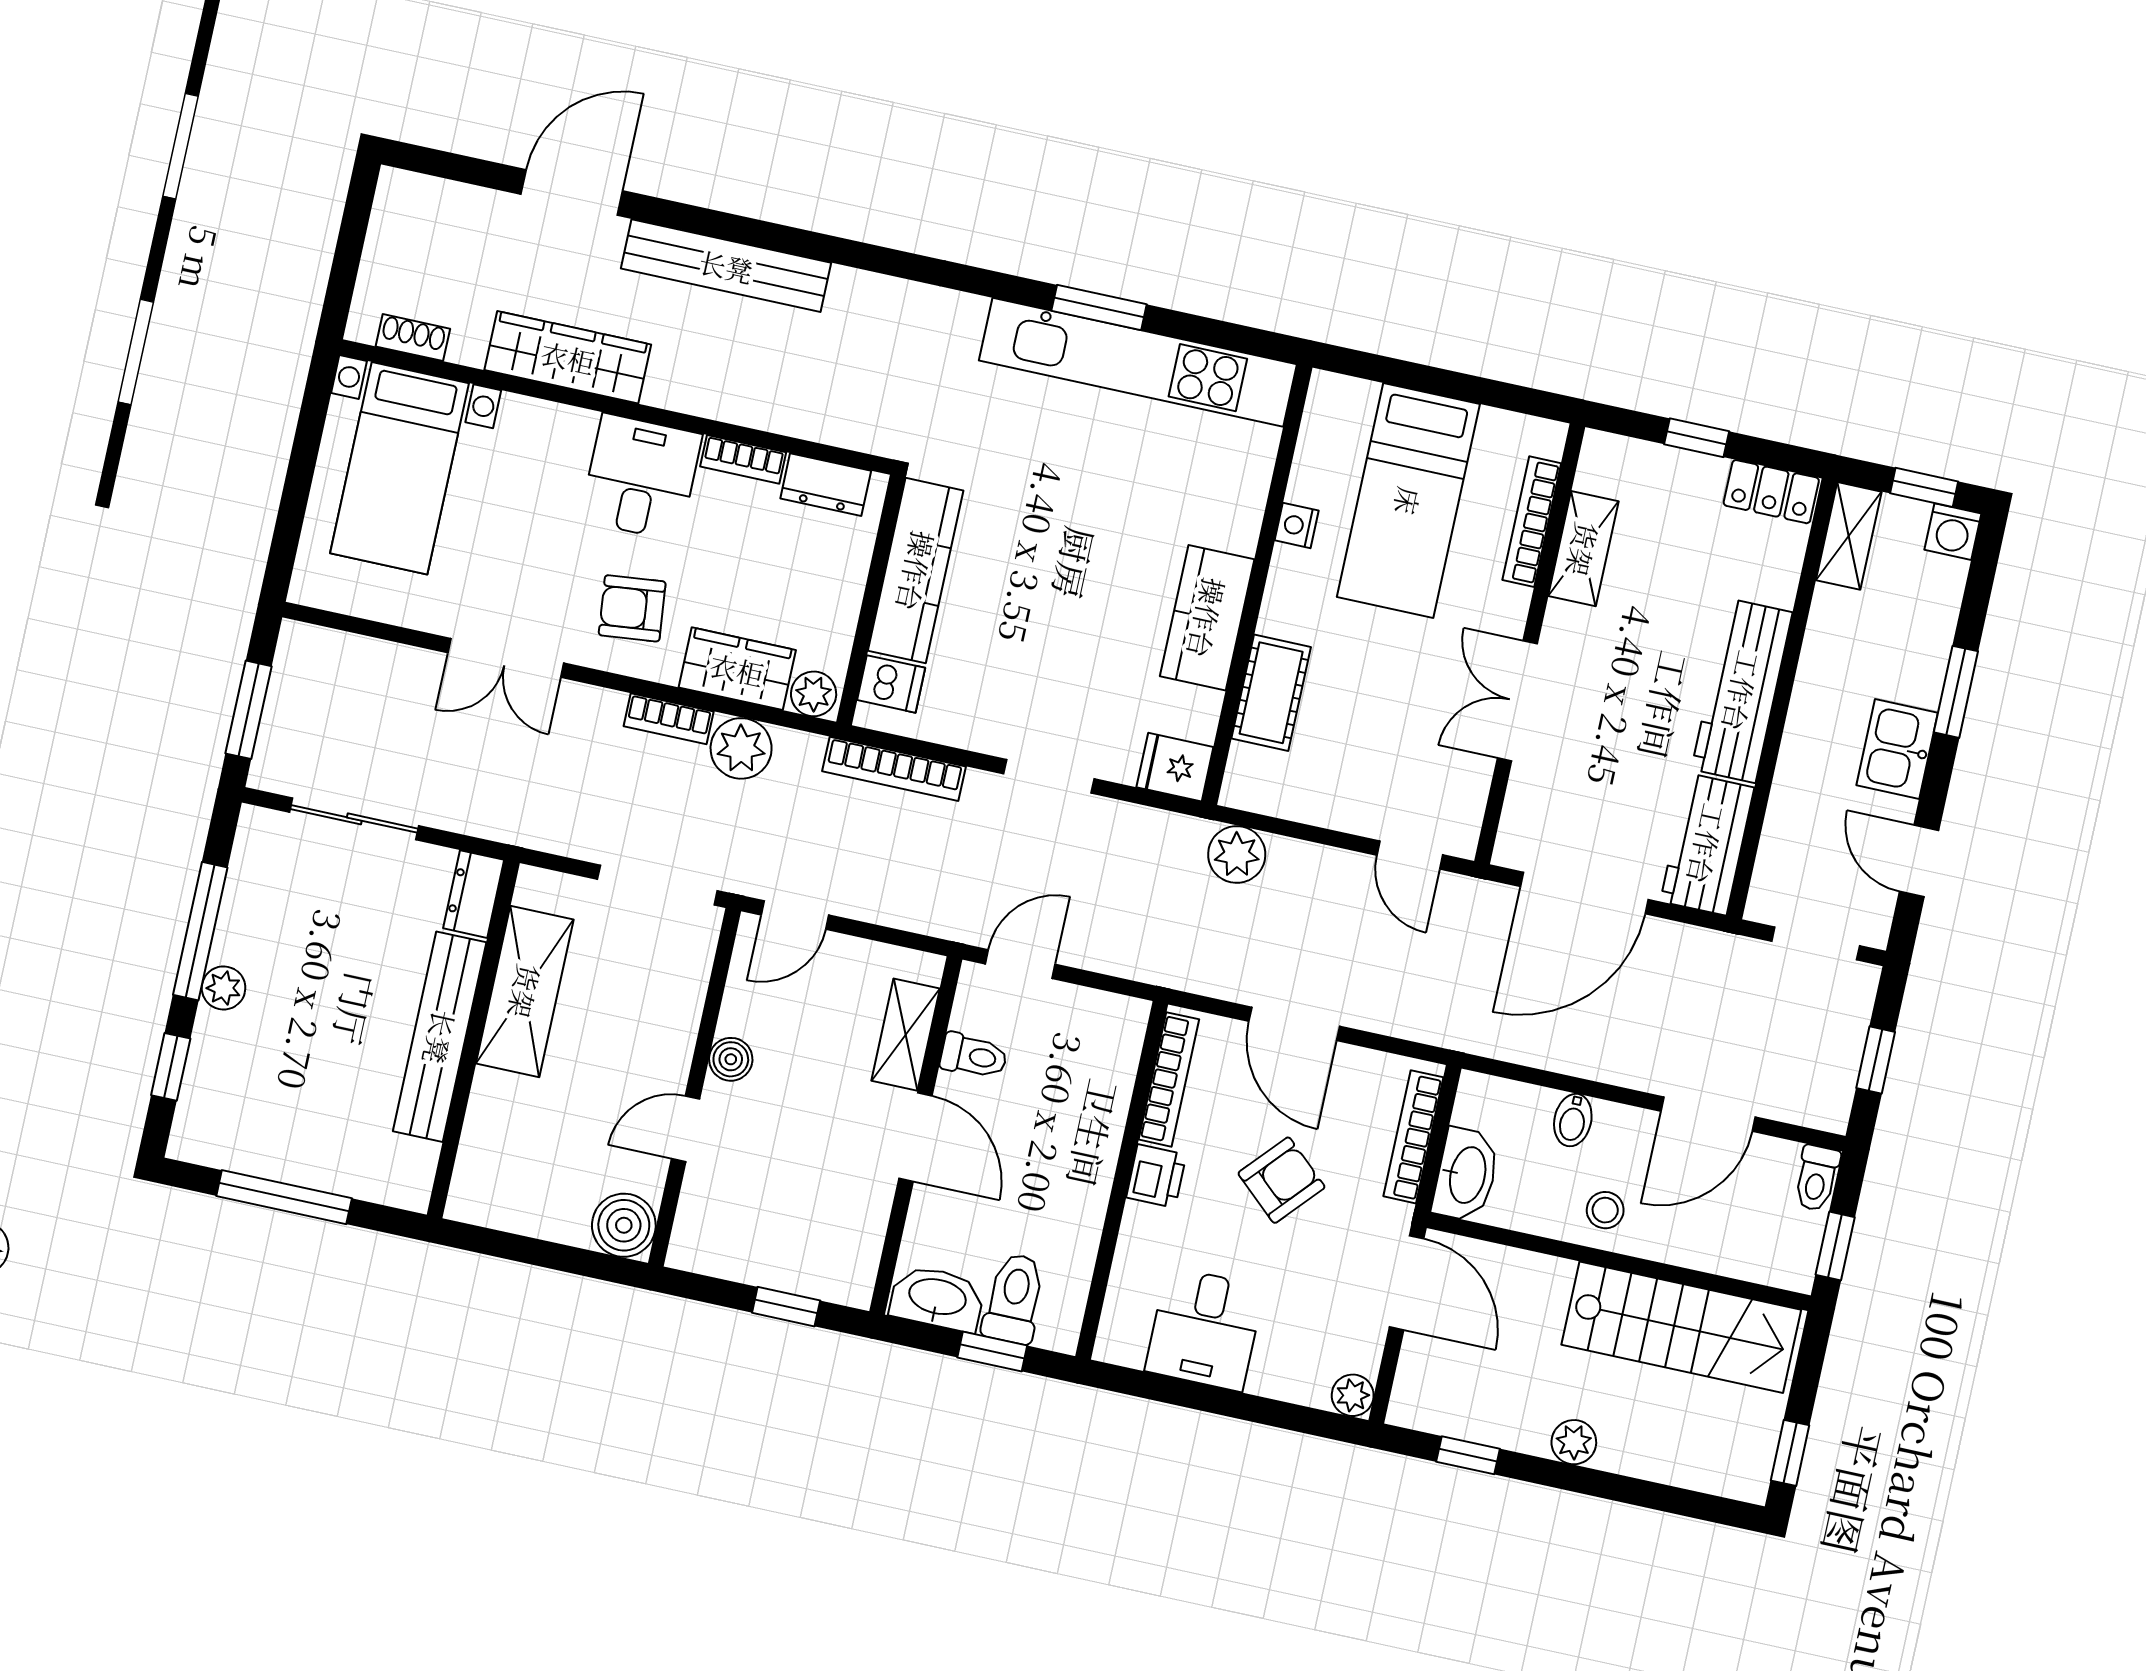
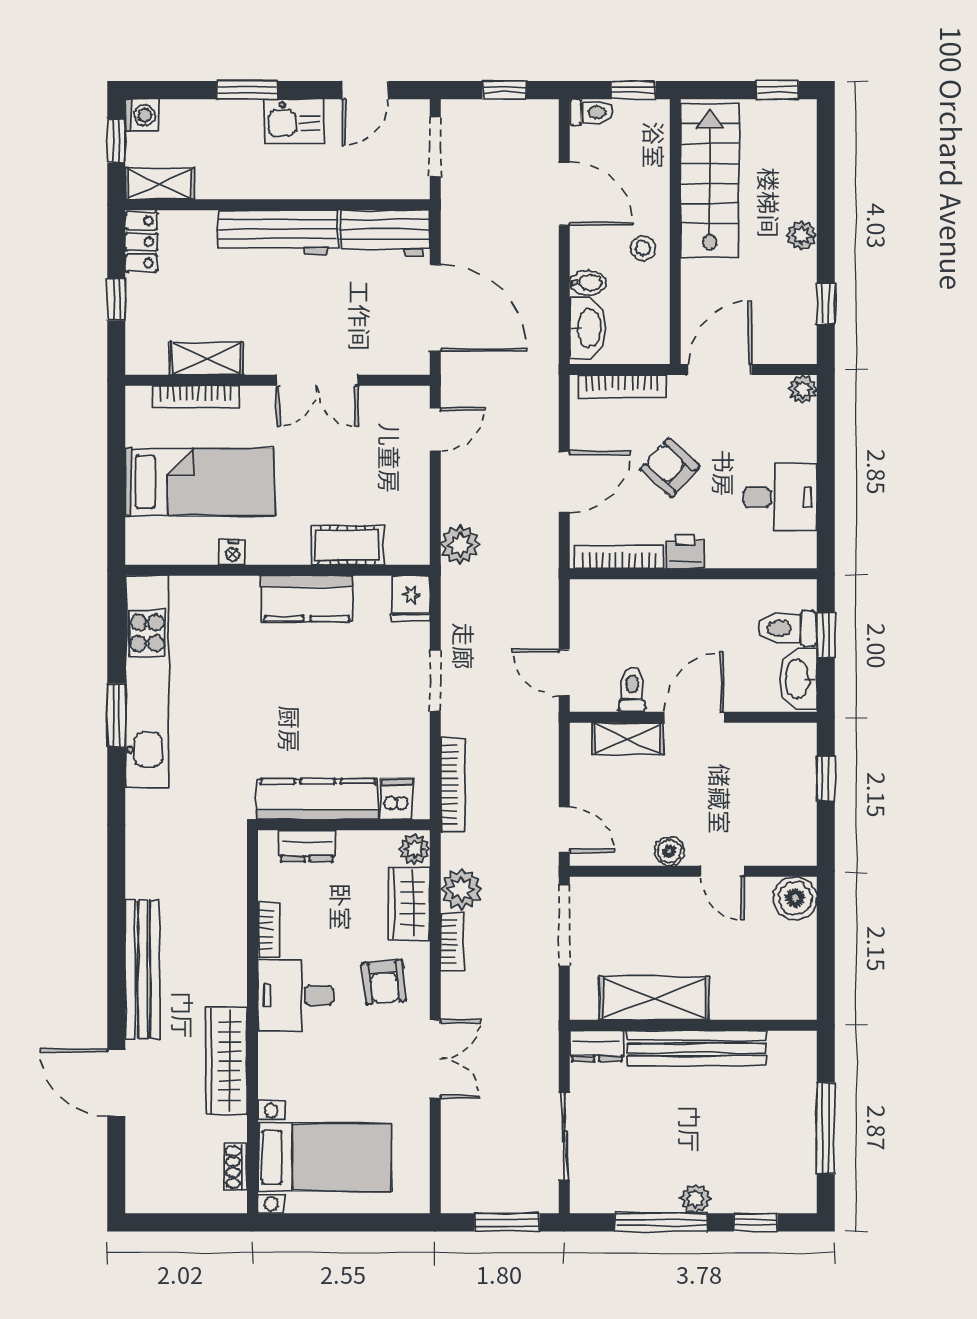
dresser: (826, 485) -> (307, 846), moved, turned 90
washbasin: (1466, 1175) -> (588, 328), moved, turned 90

